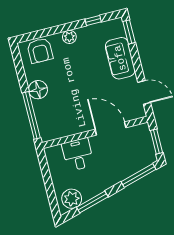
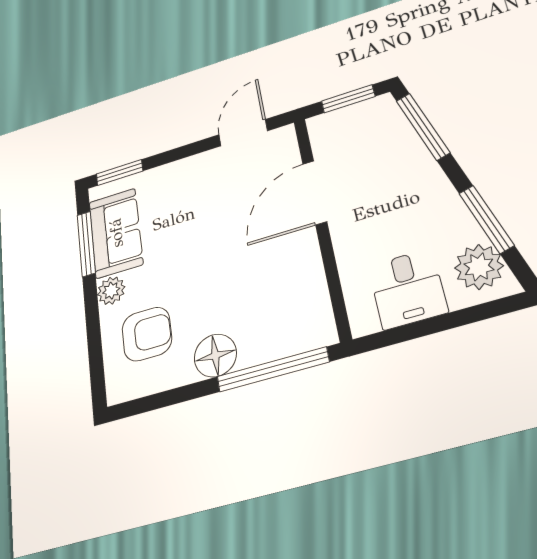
window: (93, 20) -> (86, 244), width x2.17
armchair: (40, 51) -> (147, 334), moved
sofa: (120, 58) -> (116, 233), moved, turned -90
desk: (78, 155) -> (408, 289), moved, turned -90

